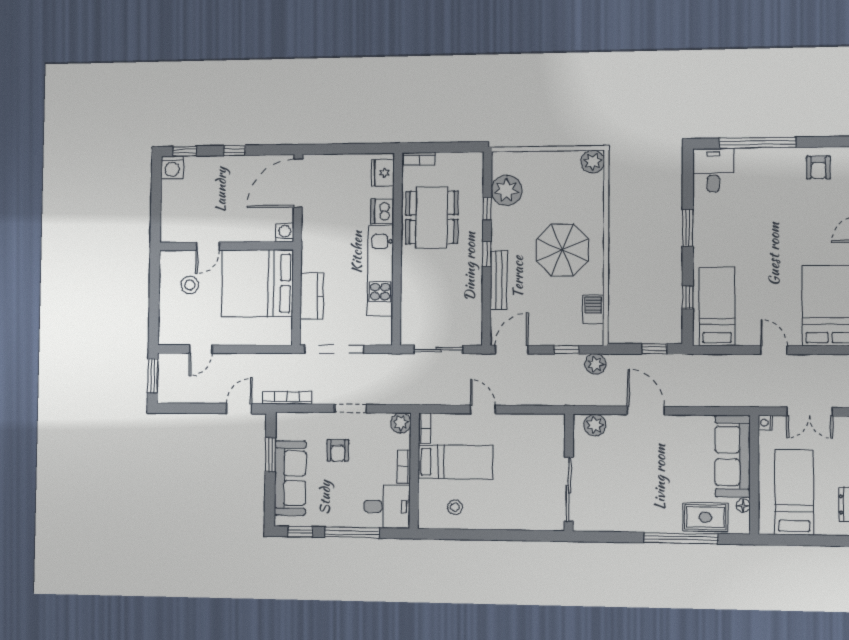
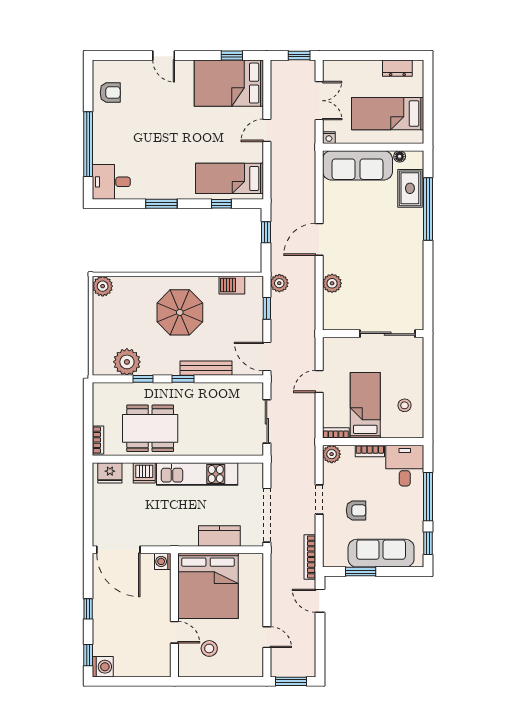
wall: (569, 472) -> (373, 334), moved
sliding door: (569, 489) -> (388, 334), moved

